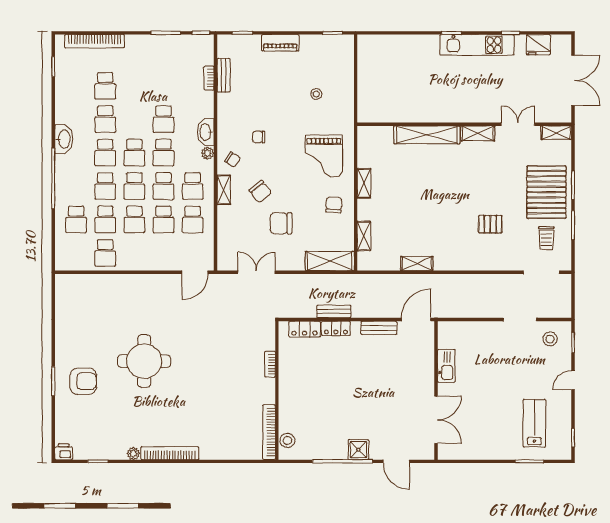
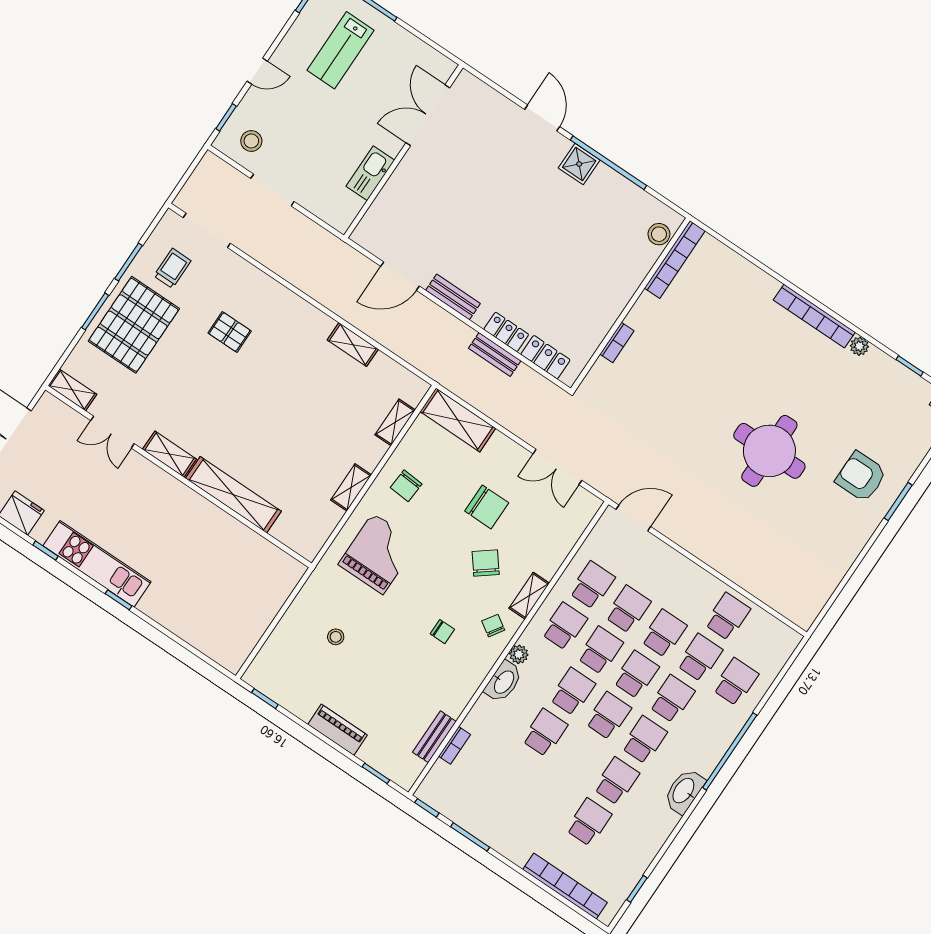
kitchen sink: (446, 366) -> (370, 173), moved
wall: (436, 390) -> (403, 151), moved
double door: (436, 420) -> (428, 115), moved

